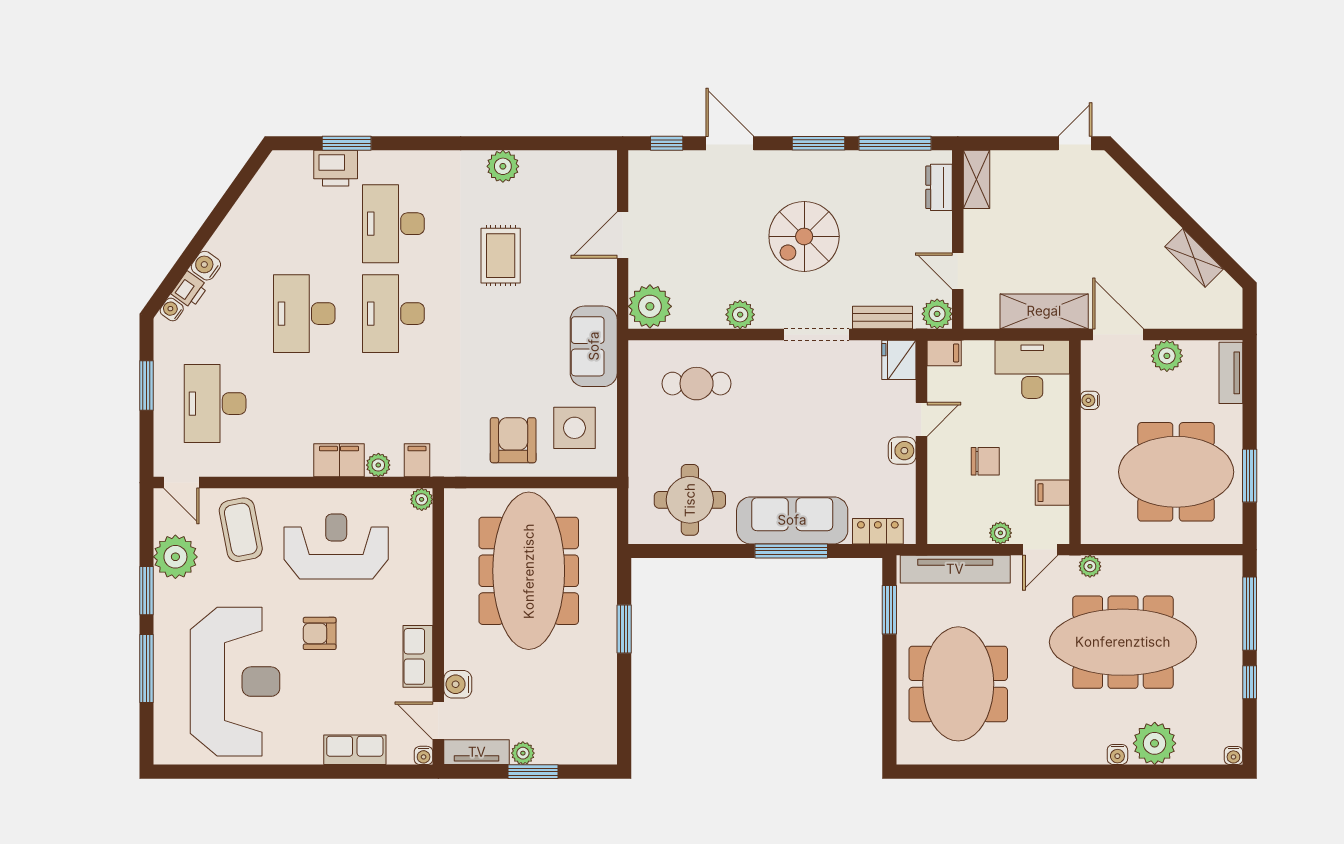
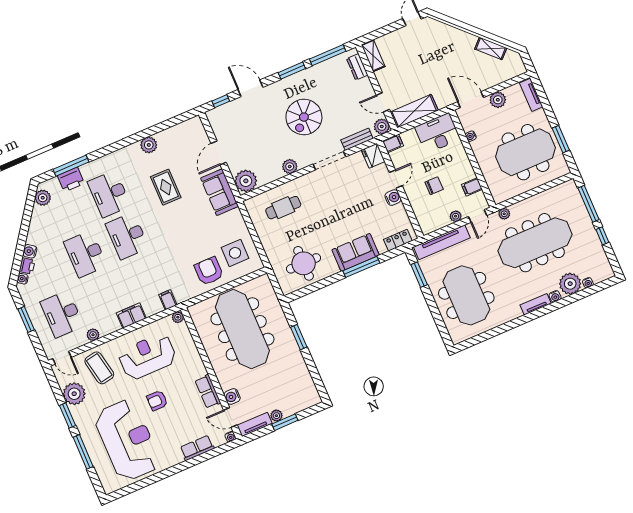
window: (347, 143) -> (71, 166), width x1.44
plant: (271, 179) -> (43, 198), added
shelving: (1044, 311) -> (414, 111), moved
sofa: (594, 346) -> (220, 192), moved
plant: (378, 465) -> (93, 335), moved
sofa: (792, 520) -> (356, 252), width x0.73
tv unit: (1076, 754) -> (536, 304), added
water cooler: (1233, 755) -> (588, 283), moved

